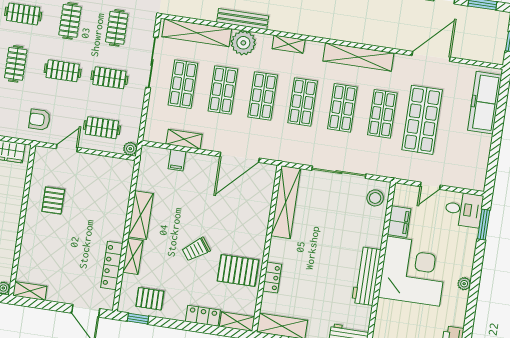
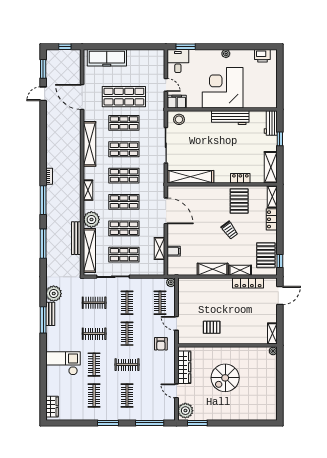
bench: (243, 19) -> (76, 238), moved
filing cabinet: (399, 222) -> (177, 102), moved
pallet: (150, 299) -> (266, 255), width x1.50, depth x1.42

